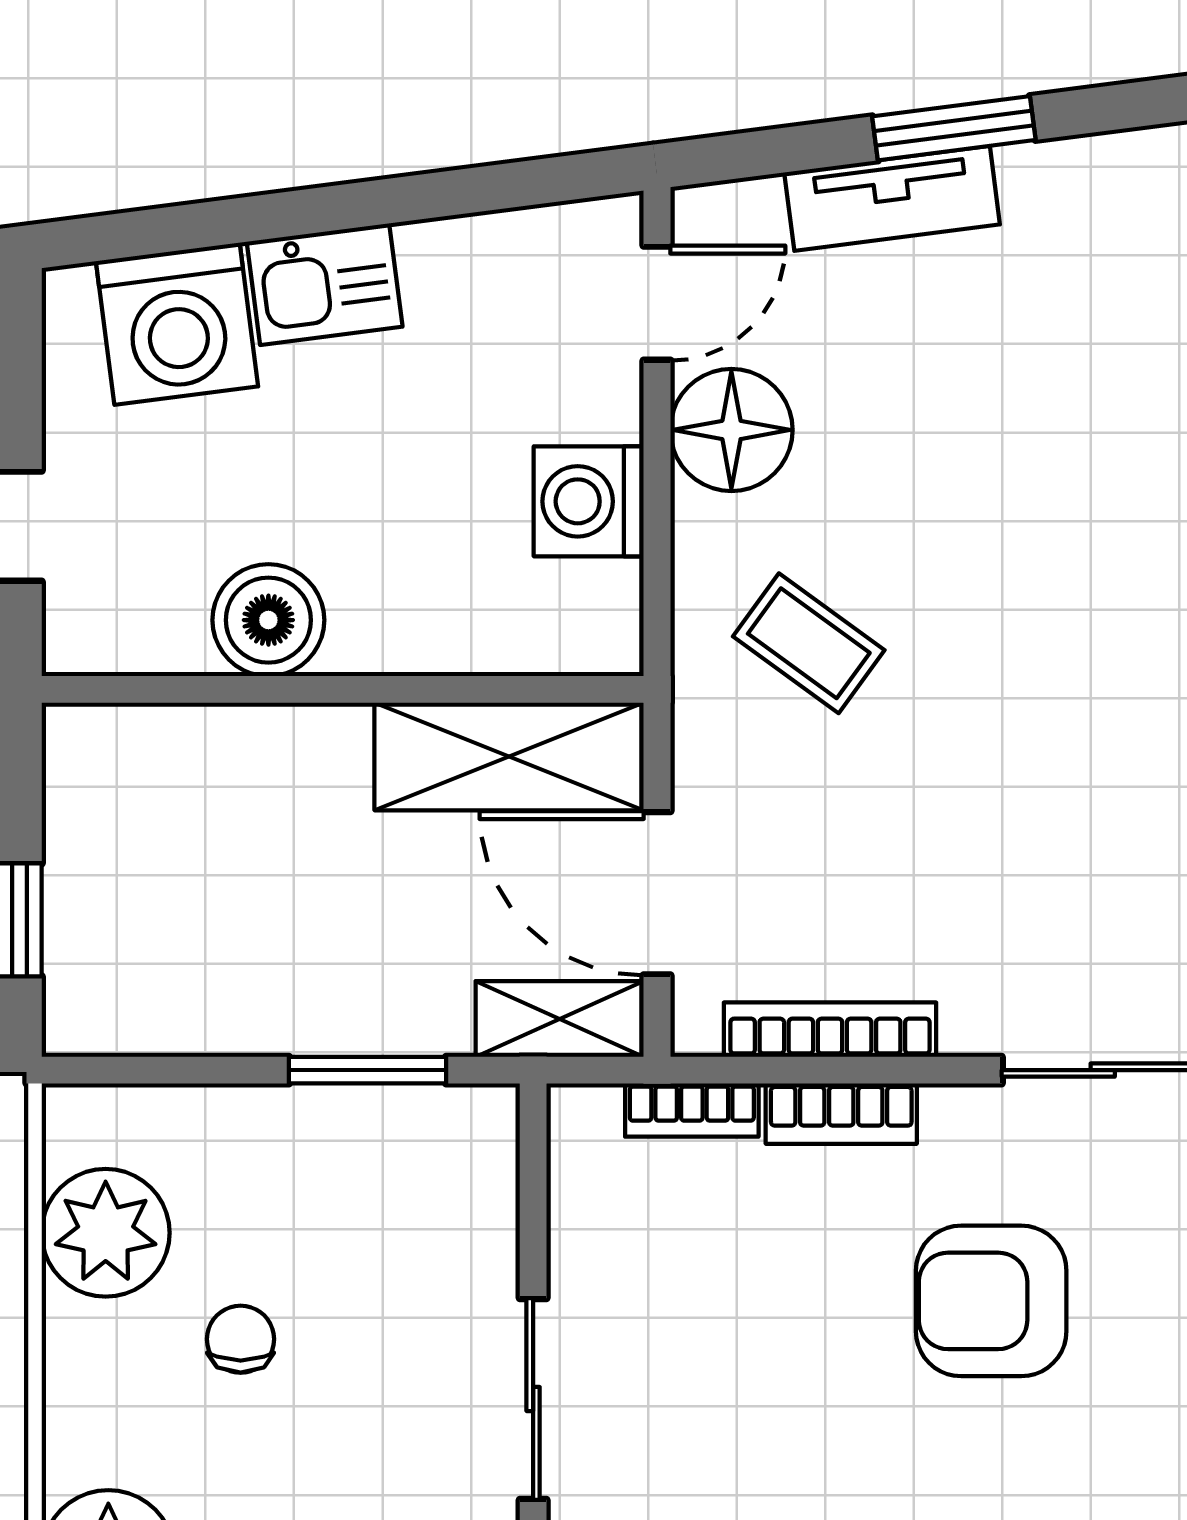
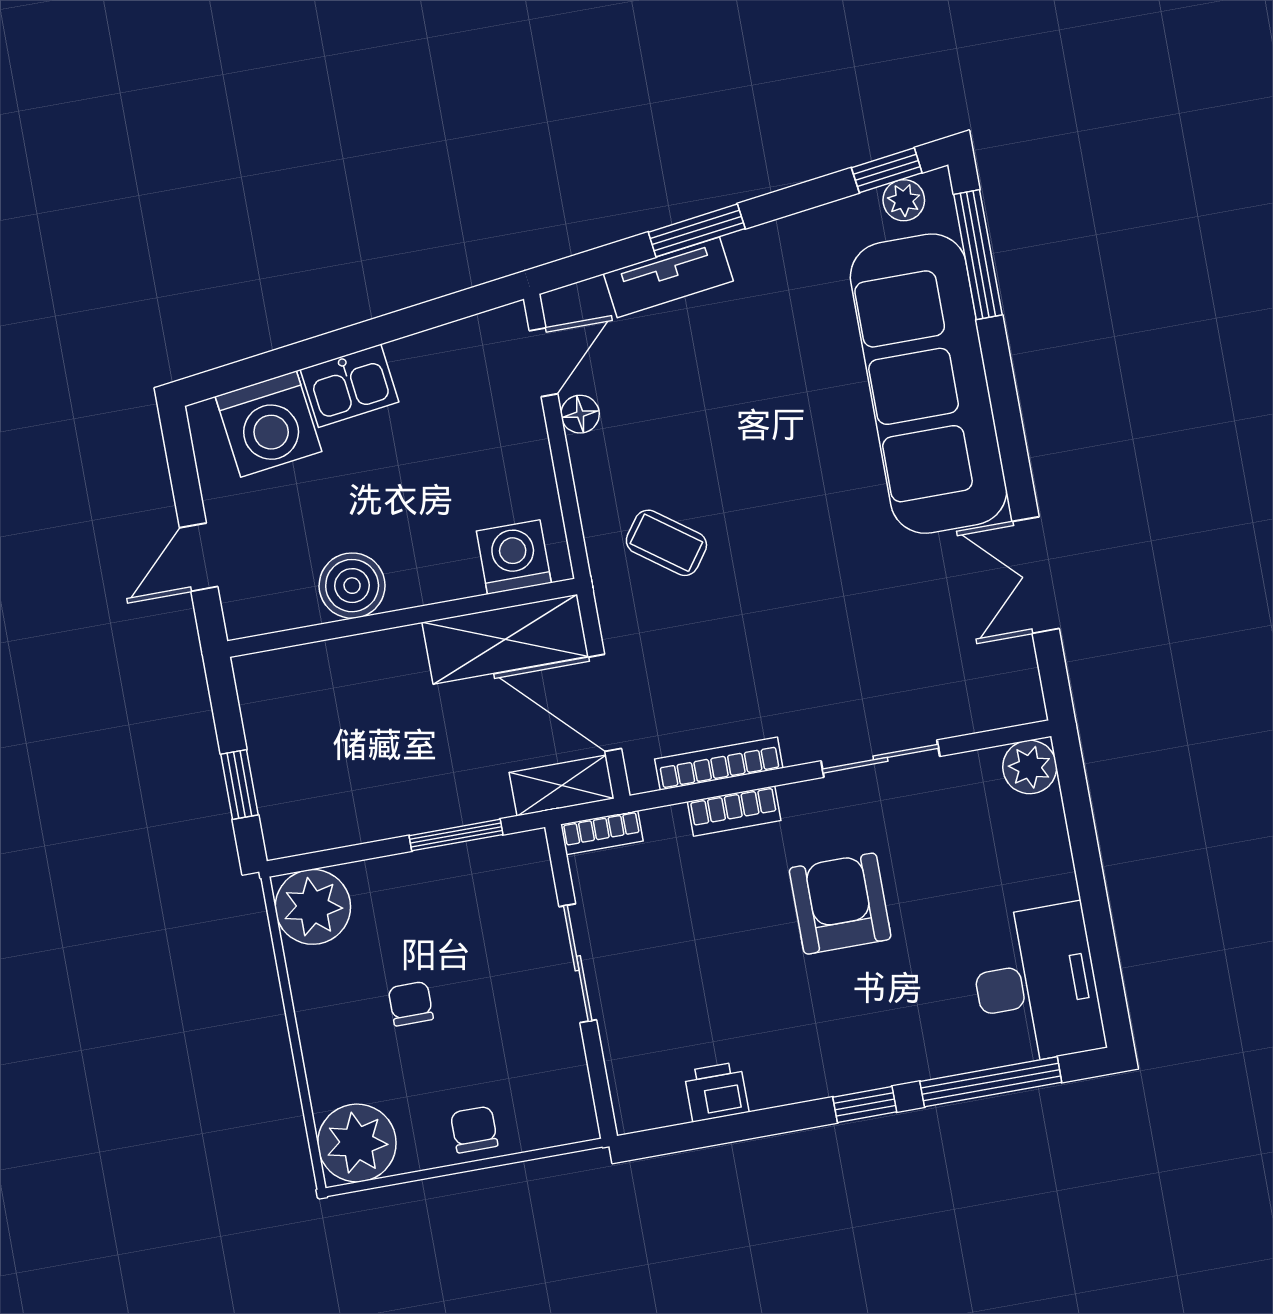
floor lamp: (731, 430) -> (580, 414), width x0.53, depth x0.53
washing machine: (589, 501) -> (514, 557), moved, turned 90
bookcase: (692, 1110) -> (602, 833), moved
plant: (106, 1233) -> (313, 907), moved
armchair: (991, 1301) -> (840, 904), turned 90
sliding door: (533, 1399) -> (578, 963), moved

